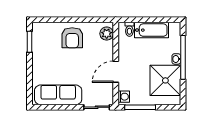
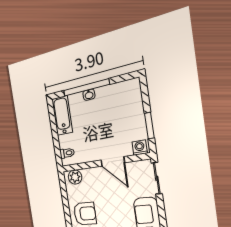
bathtub: (152, 30) -> (62, 116), moved
shower: (165, 80) -> (114, 102), removed
window: (140, 107) -> (149, 126), width x0.69

